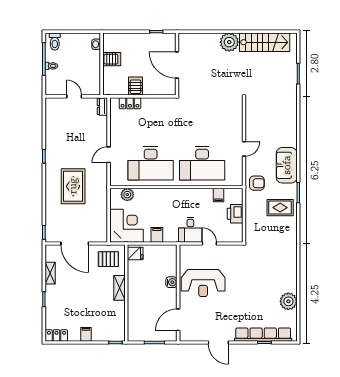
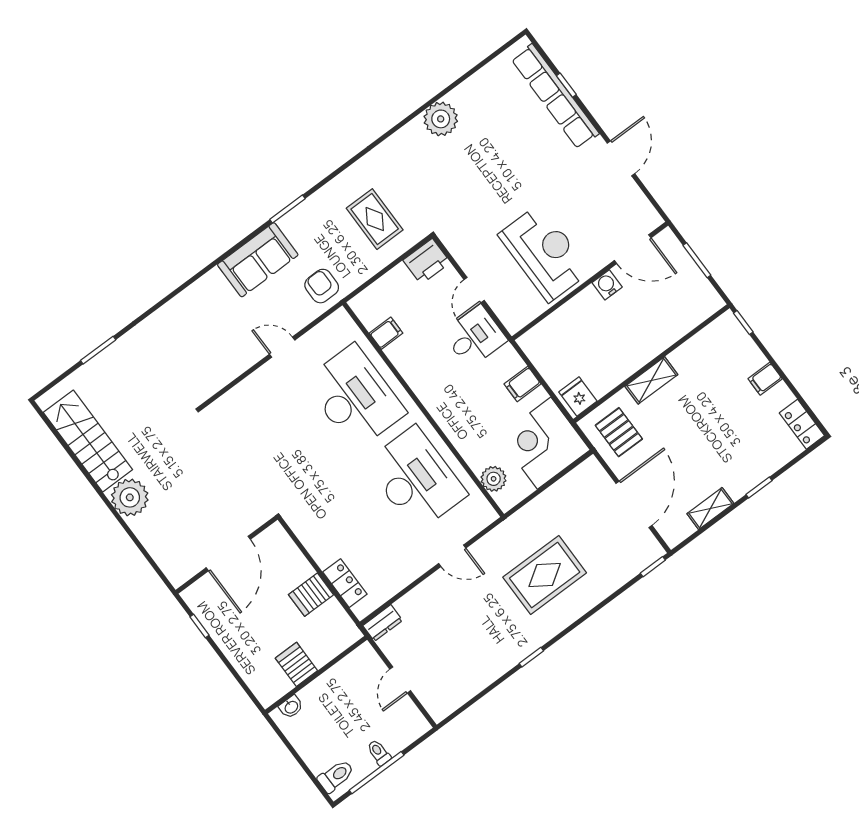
rug: (280, 208) -> (375, 219), moved
printer: (235, 214) -> (427, 261), moved
water cooler: (171, 282) -> (607, 285), moved
plant: (288, 301) -> (441, 119), moved

